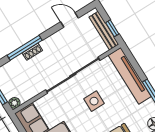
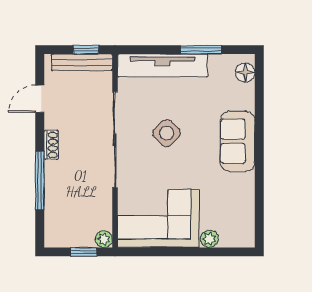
shoe rack: (32, 52) -> (51, 145), moved
side table: (94, 101) -> (167, 133), turned 45

